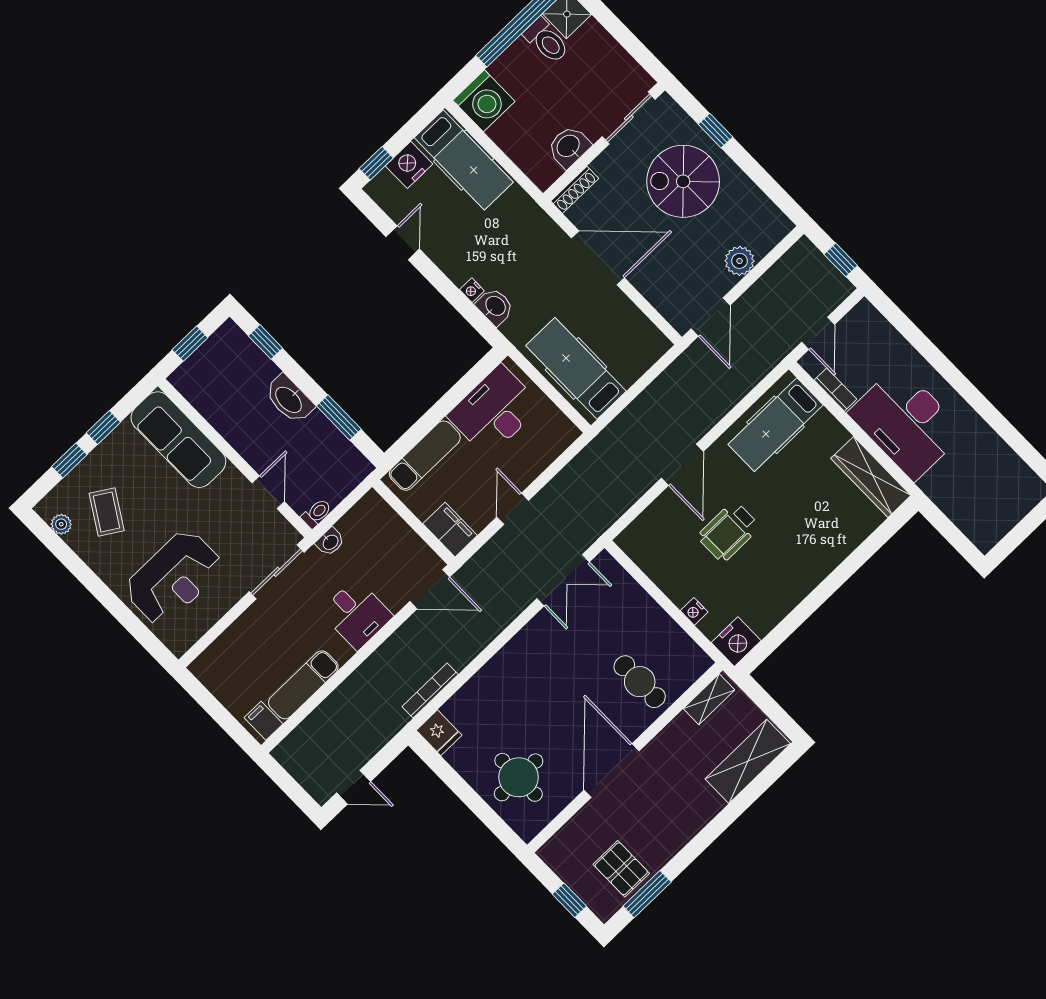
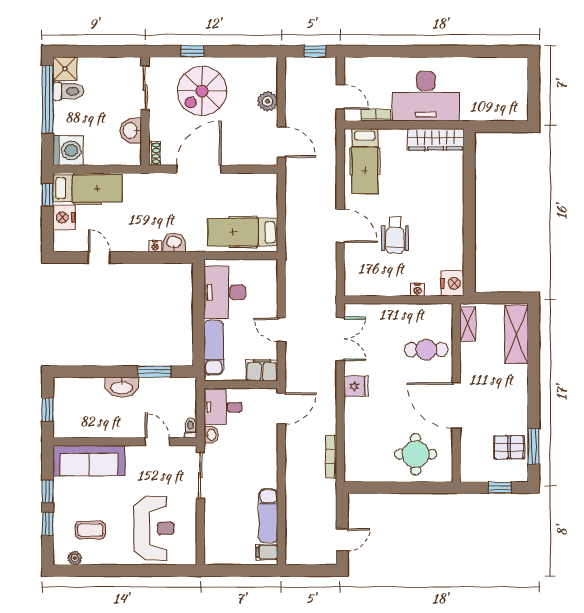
window: (376, 163) -> (48, 195), moved
shoe rack: (575, 190) -> (155, 153), width x0.70
window: (265, 342) -> (82, 372), removed
coffee table: (107, 512) -> (90, 530), turned -32
desk: (357, 614) -> (223, 407), moved, turned 180
fridge: (439, 733) -> (356, 386), moved

